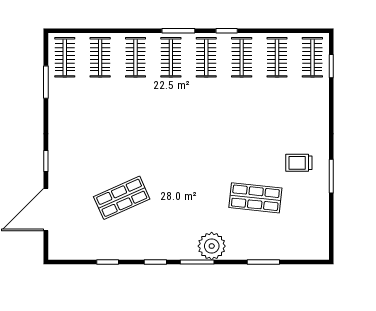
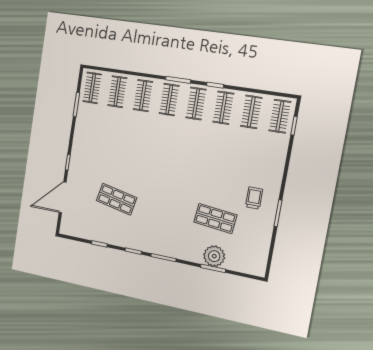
trolley: (299, 163) -> (254, 198), turned 90
shop shelf: (122, 198) -> (117, 199), turned 36
plant: (212, 246) -> (214, 256), moved

